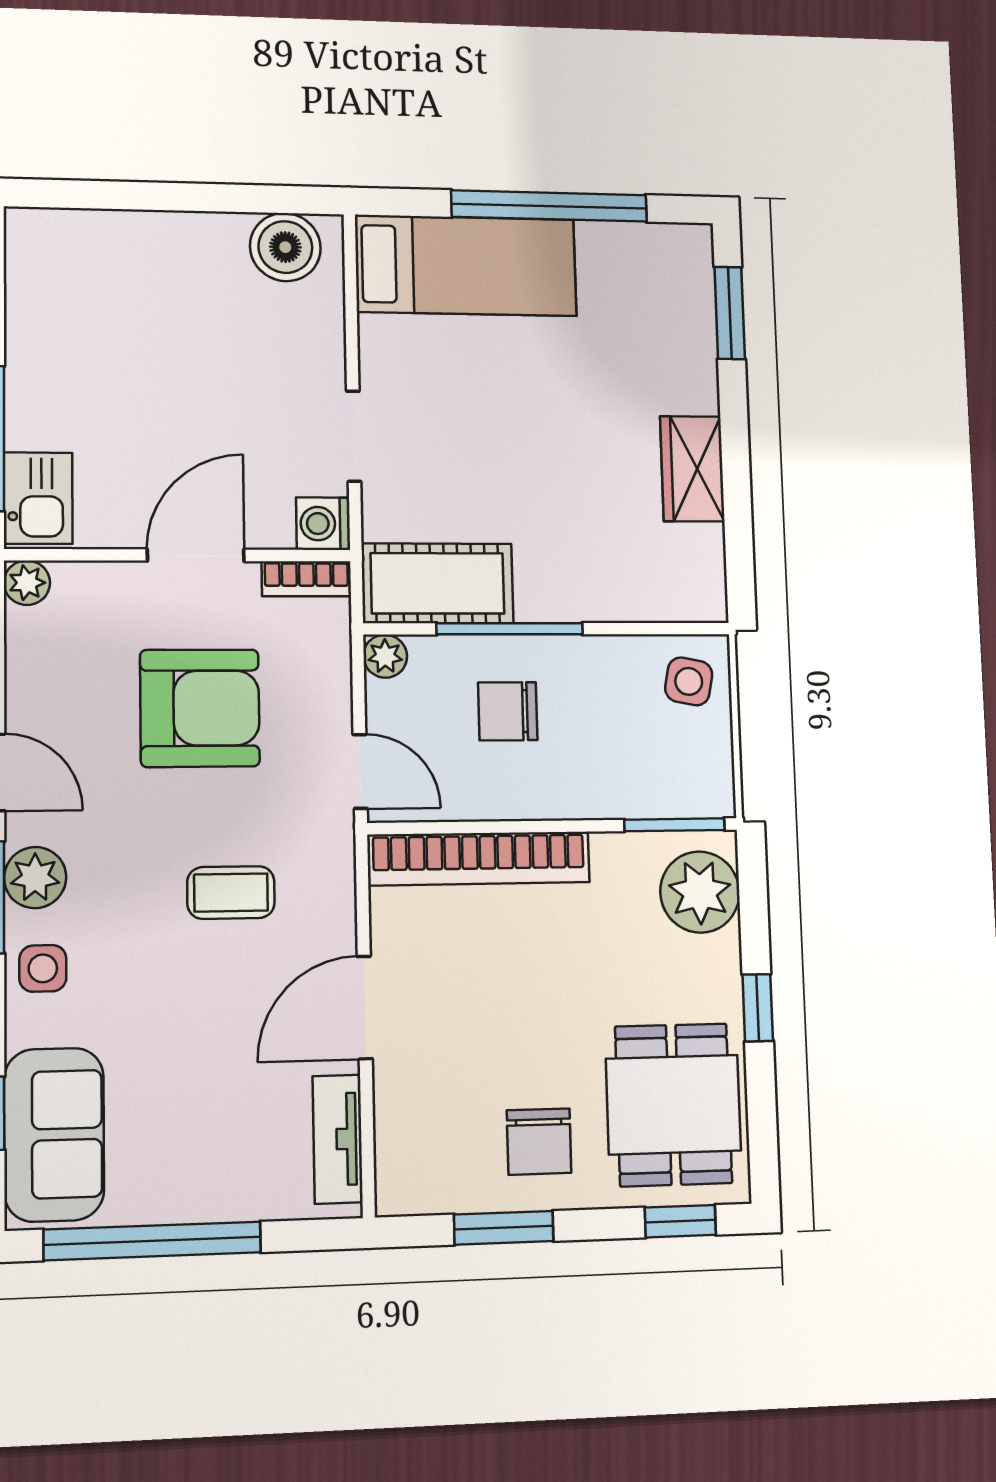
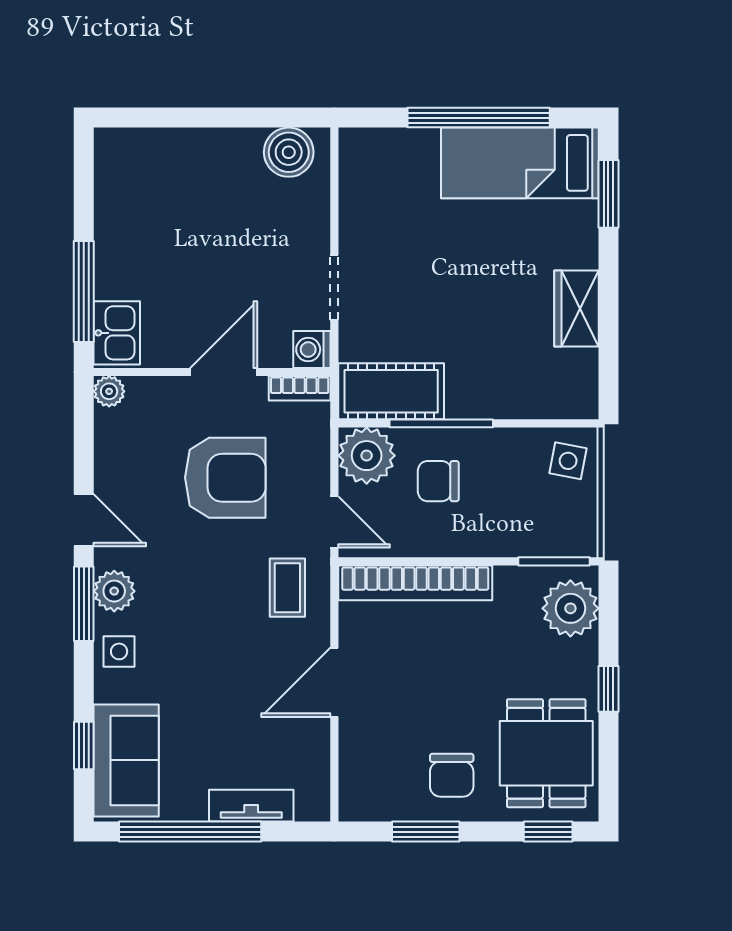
bed: (466, 266) -> (520, 163), moved, turned 180
plant: (385, 656) -> (367, 456), width x1.88, depth x1.88
coffee table: (231, 893) -> (287, 588), moved, turned 90
tv unit: (338, 1139) -> (251, 806), moved, turned 90

